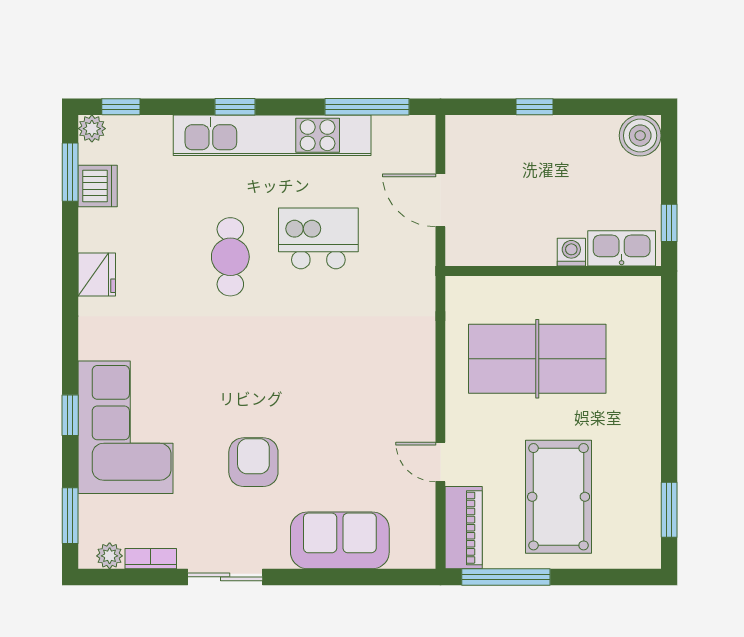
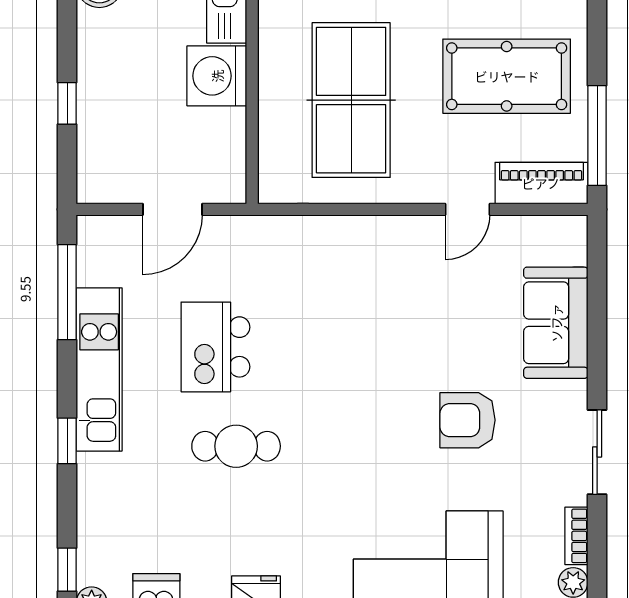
kitchen unit: (272, 135) -> (99, 369), width x0.73
washing machine: (571, 252) -> (217, 76), width x1.89, depth x1.89

